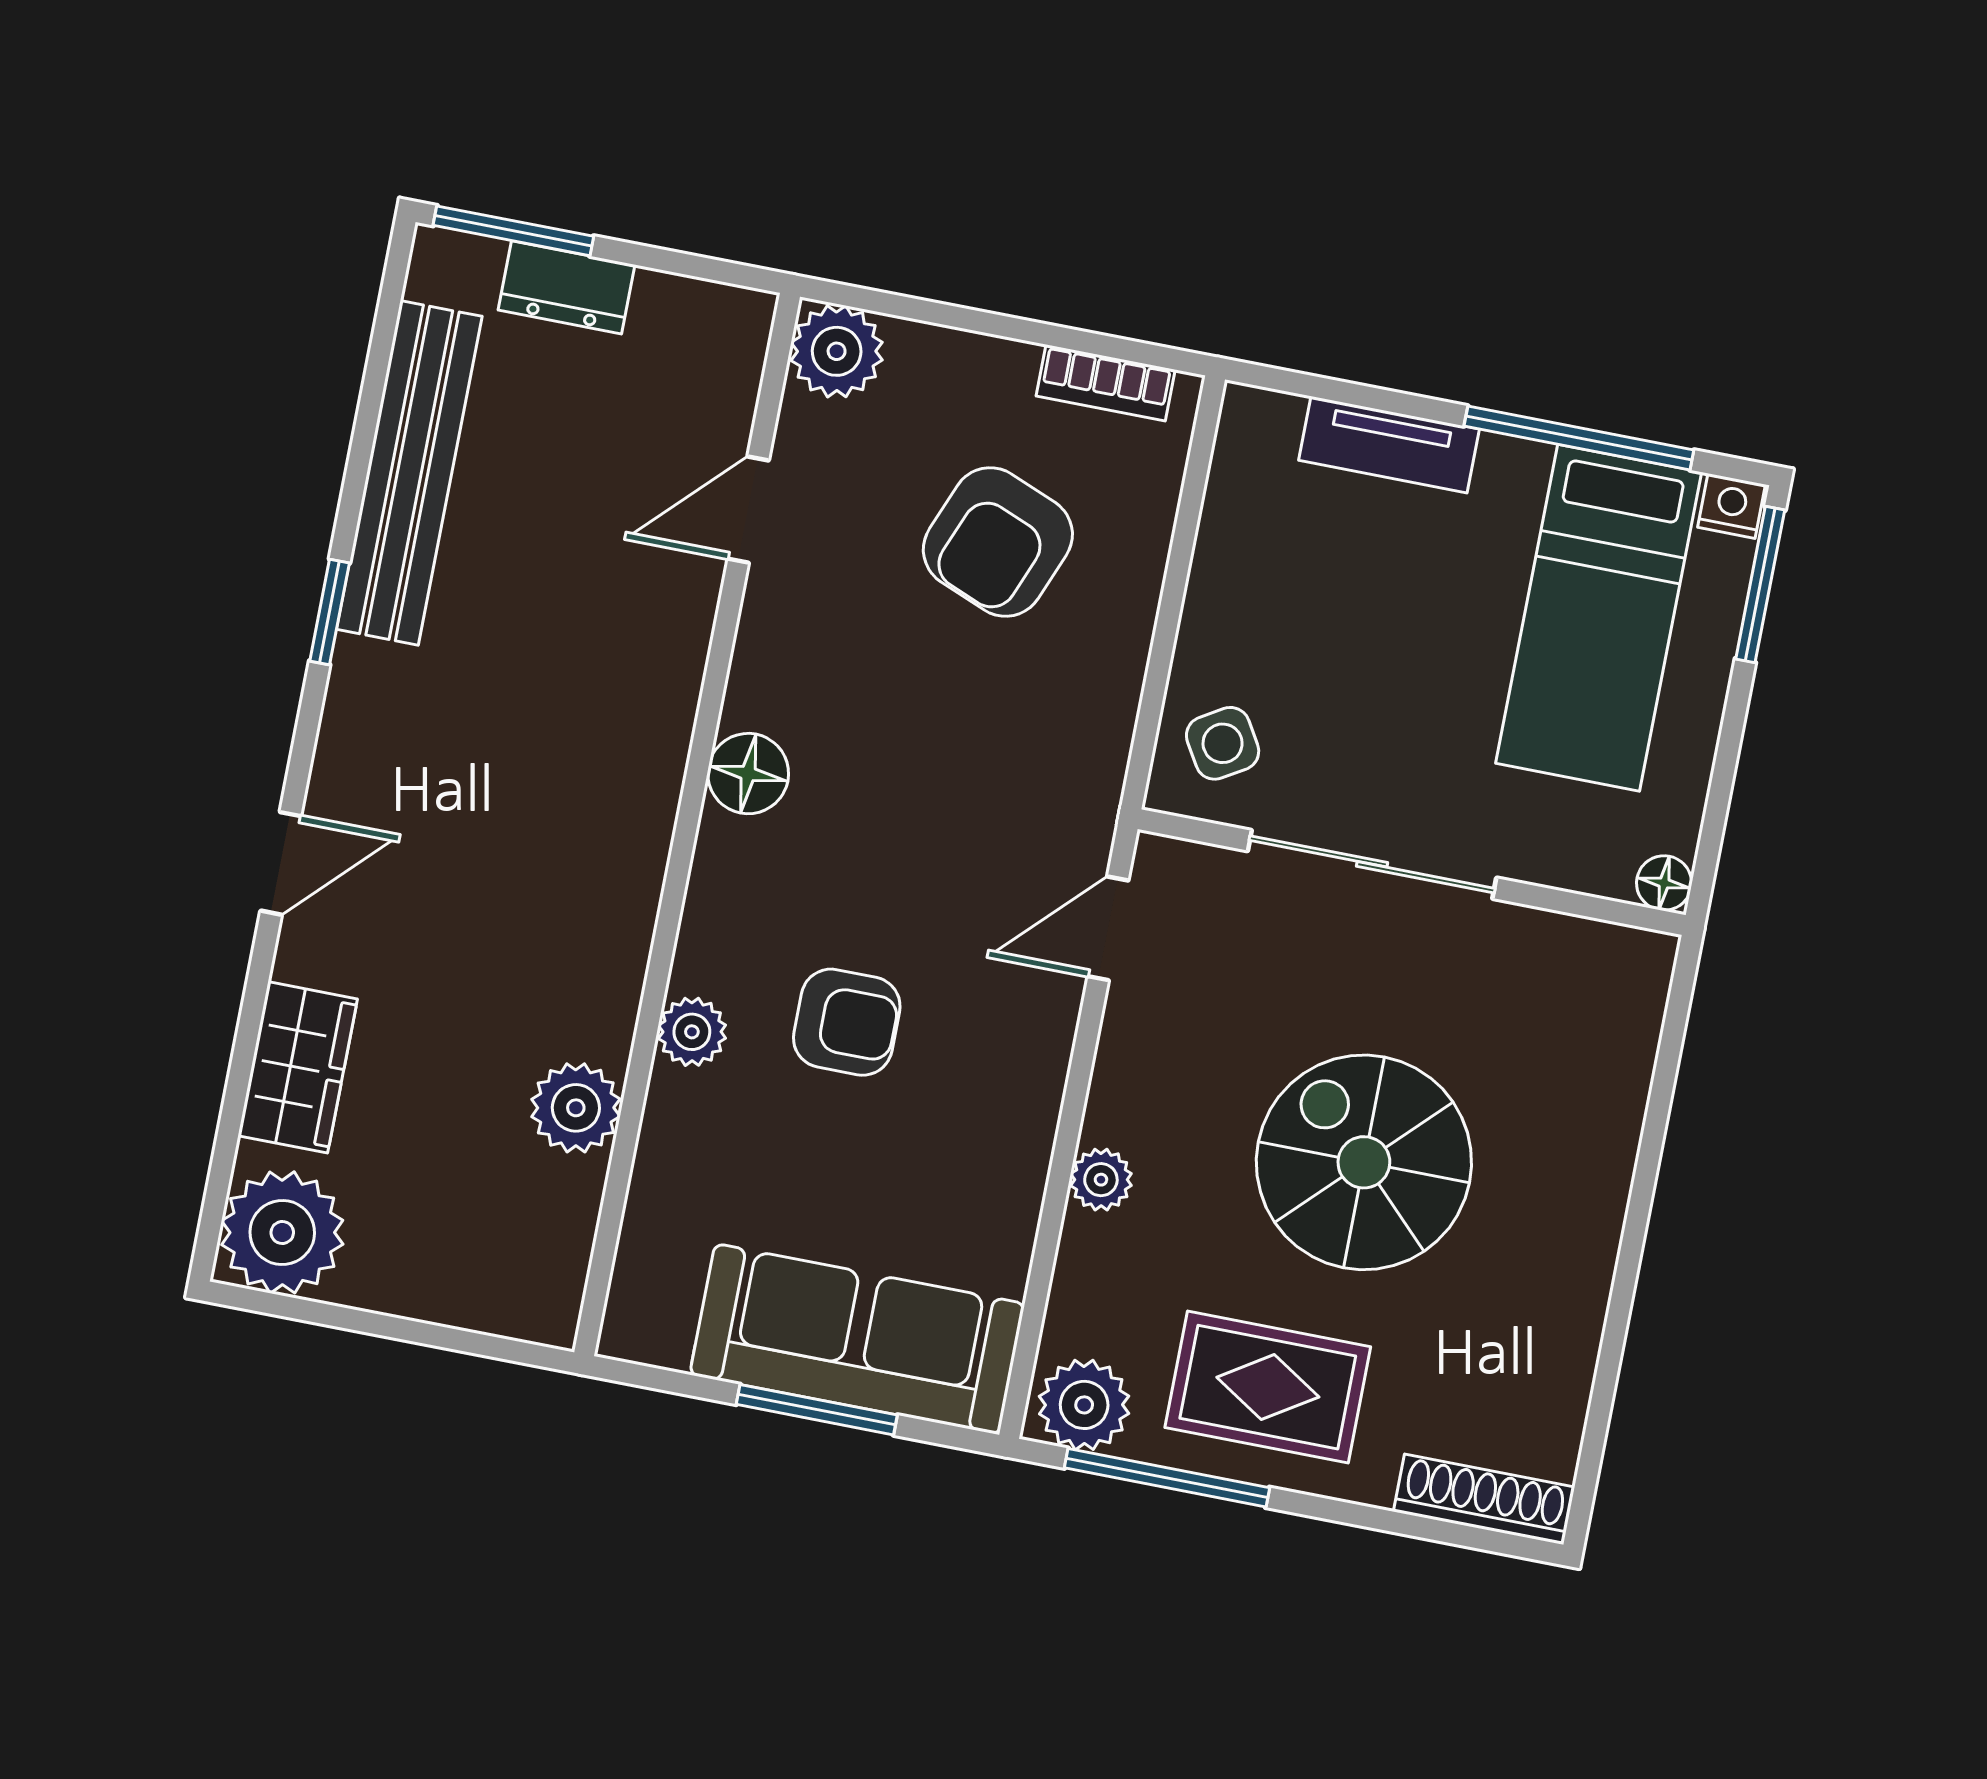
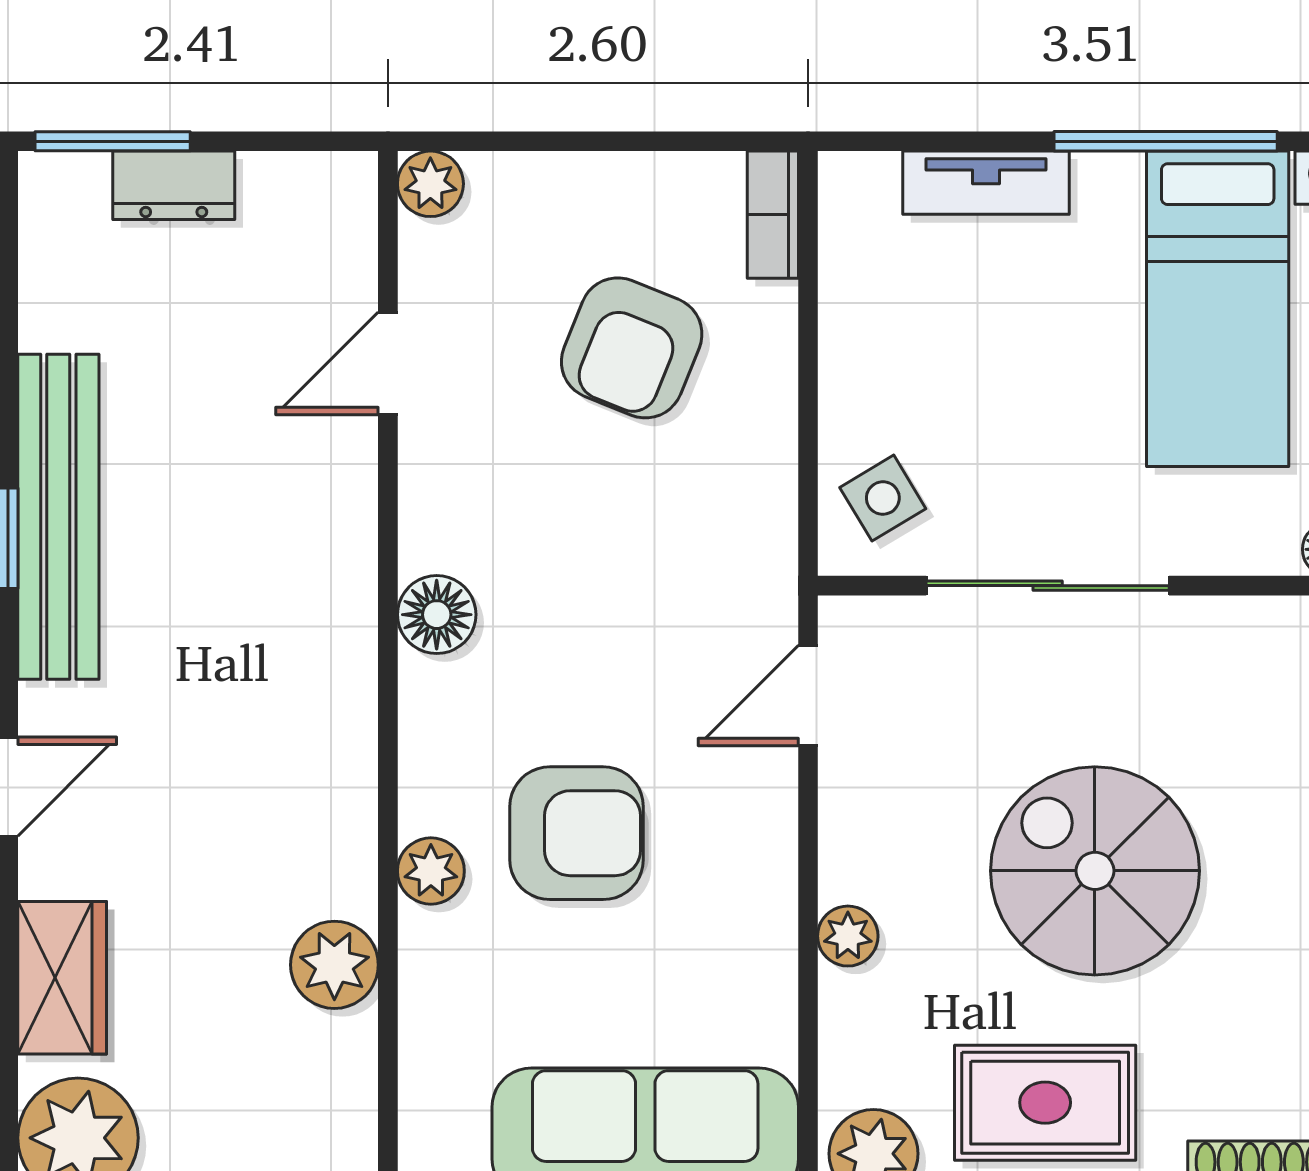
plant: (837, 351) -> (430, 184), width x0.73, depth x0.73
bookcase: (1106, 383) -> (773, 215), moved, turned 90
bench: (409, 473) -> (58, 517), moved
armchair: (847, 1022) -> (577, 833), width x1.38, depth x1.38

